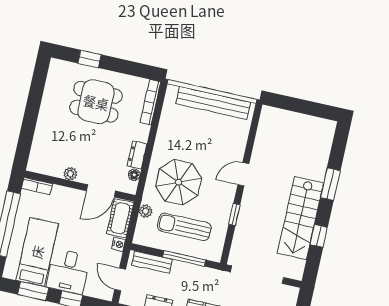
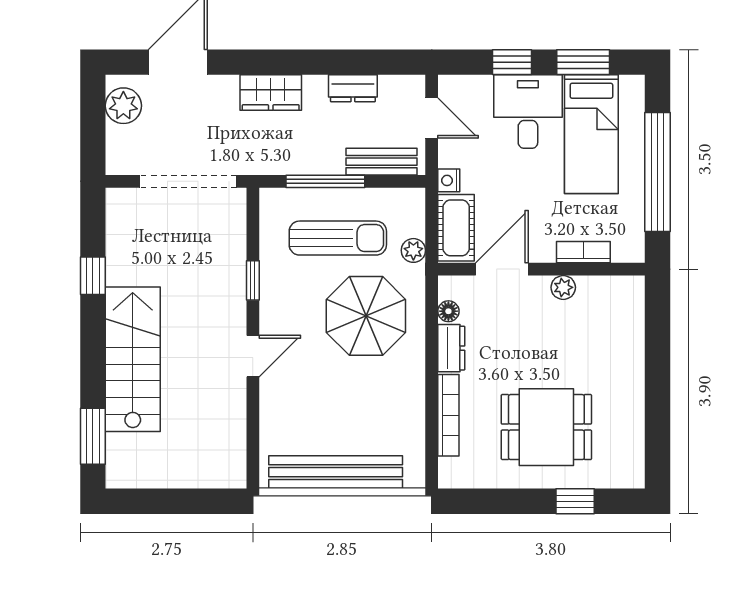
bookcase: (150, 102) -> (448, 415), moved
window: (330, 184) -> (93, 436), moved
bookcase: (37, 186) -> (583, 252), moved
stairs: (301, 218) -> (133, 359), moved

